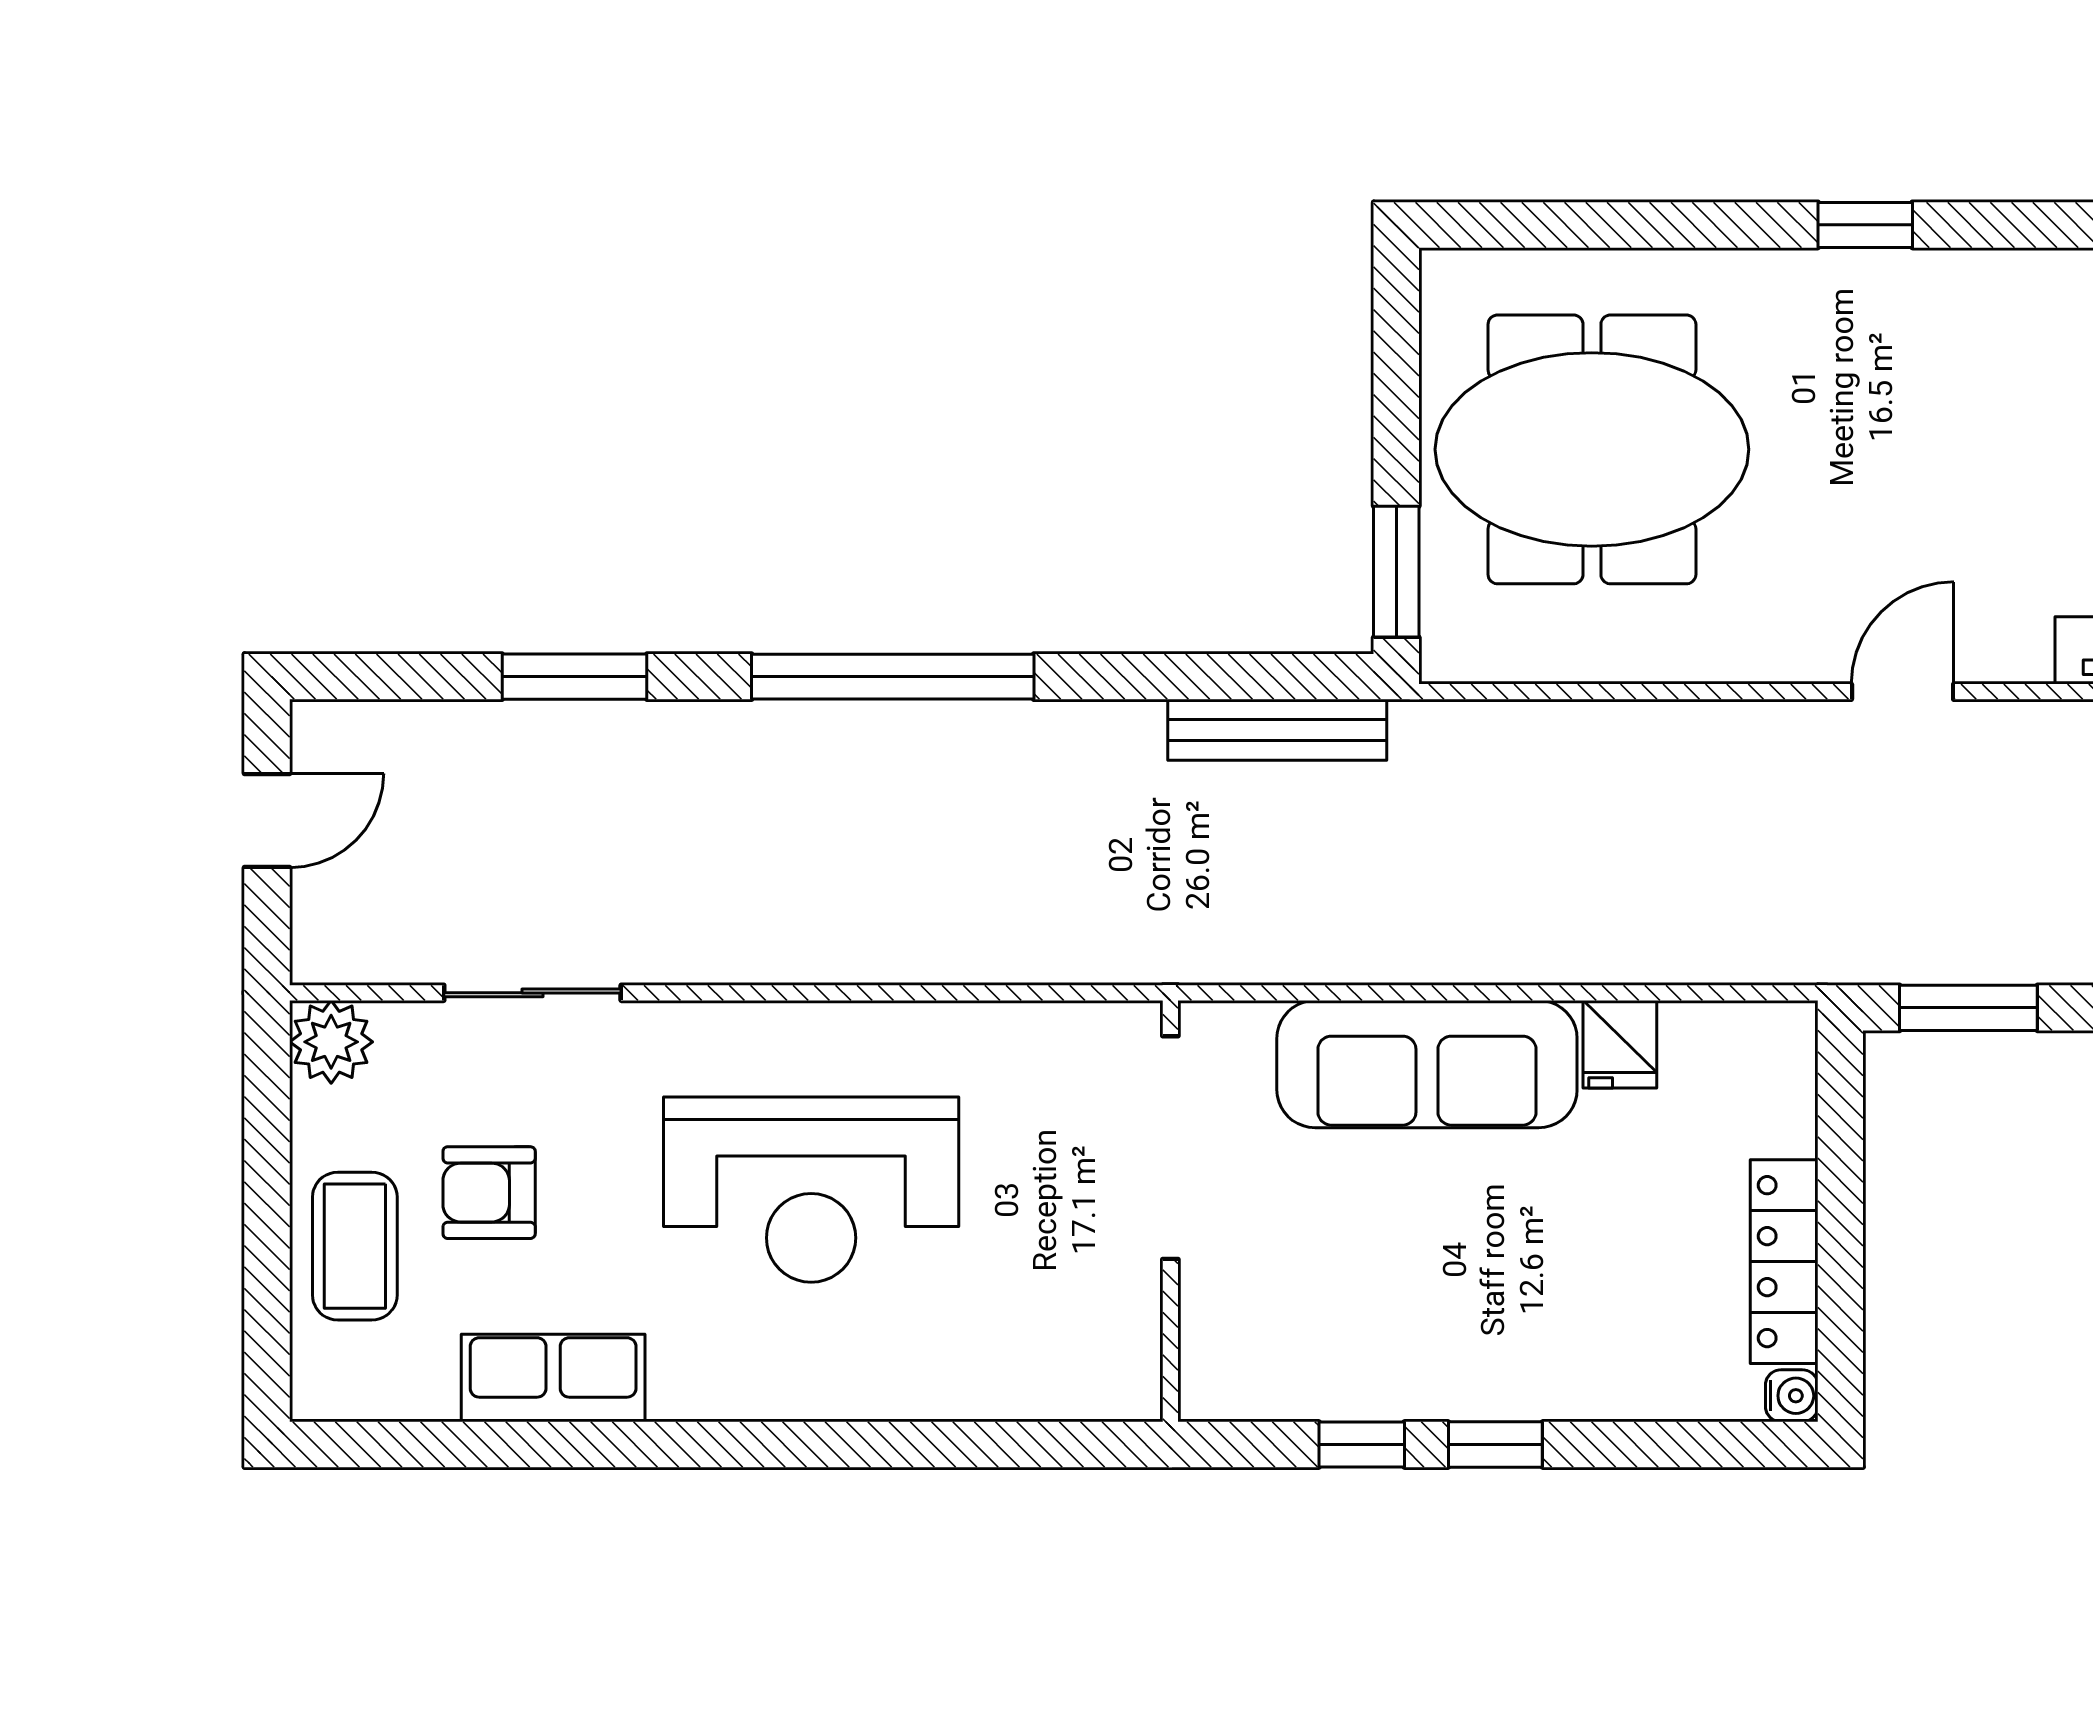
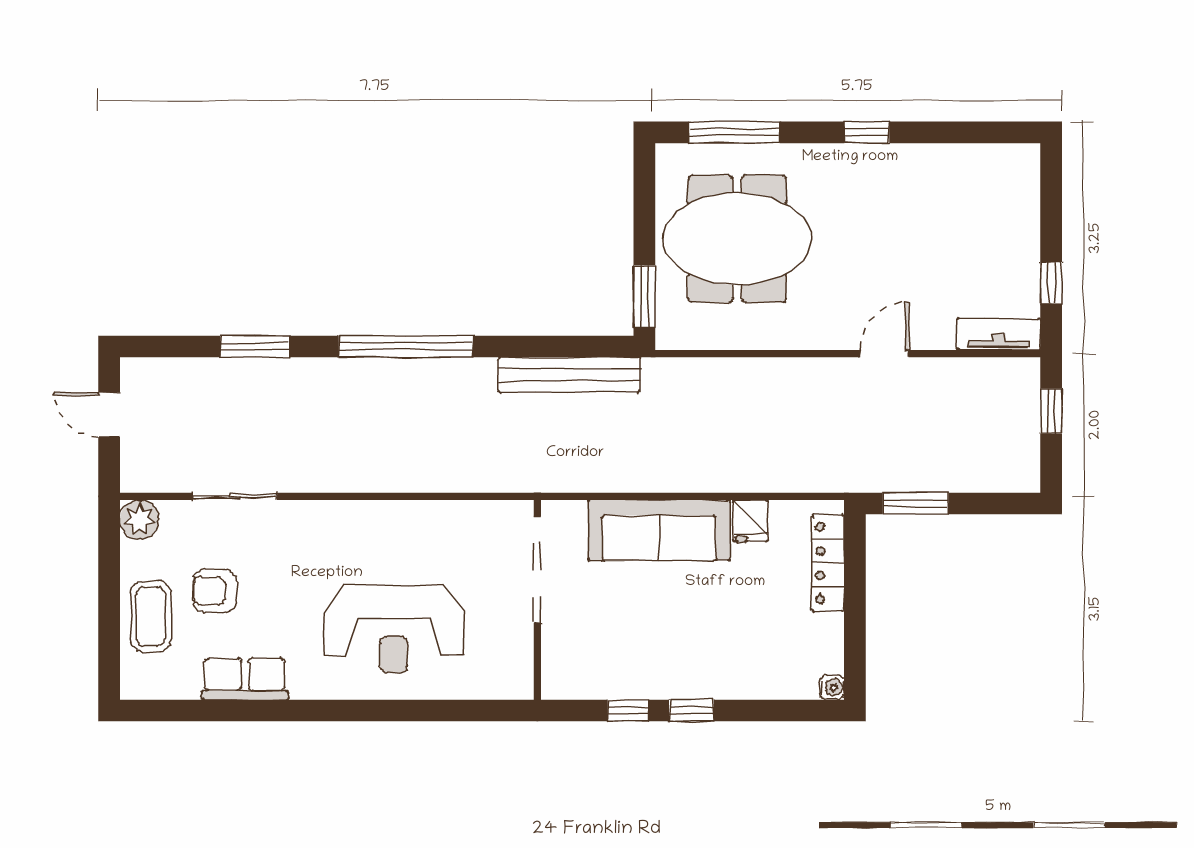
window: (1586, 225) -> (734, 132), added
bench: (1277, 730) -> (569, 375), width x1.37, depth x1.21
door: (267, 820) -> (109, 415), swing flipped
reception desk: (811, 1190) -> (394, 629), moved
locker: (1784, 1262) -> (828, 563), moved

